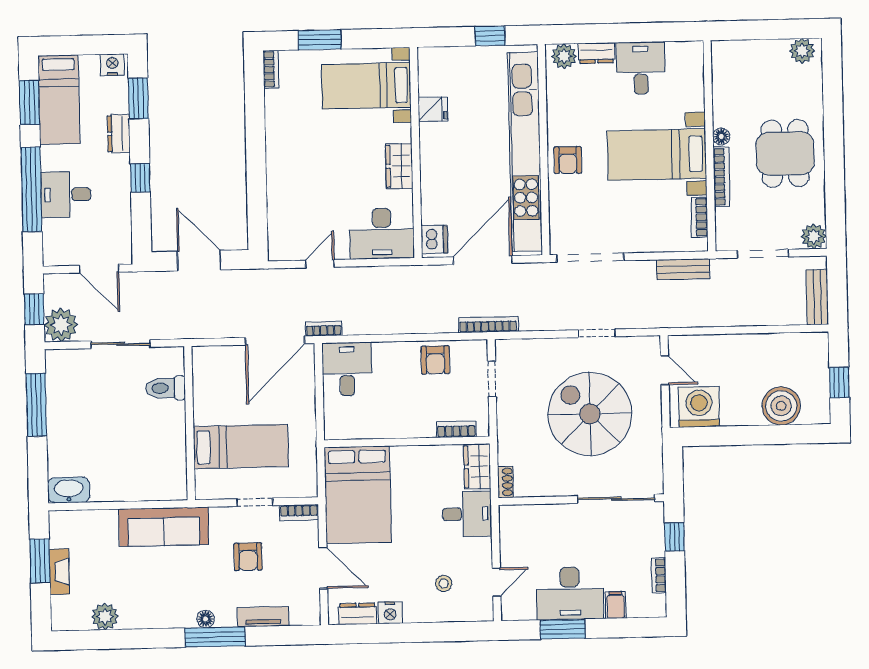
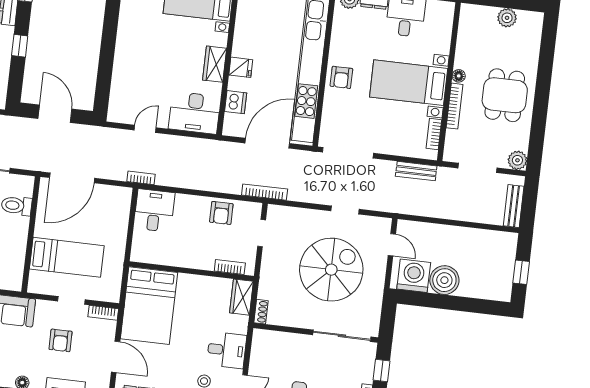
plant: (802, 51) -> (507, 18), moved
fridge: (433, 109) -> (241, 67), moved
dishwasher: (434, 239) -> (236, 102), moved
door: (275, 341) -> (72, 178), moved
boiler: (781, 406) -> (444, 280), moved
spiral stairs: (590, 414) -> (331, 270), turned 90
desk: (467, 514) -> (227, 350), moved

